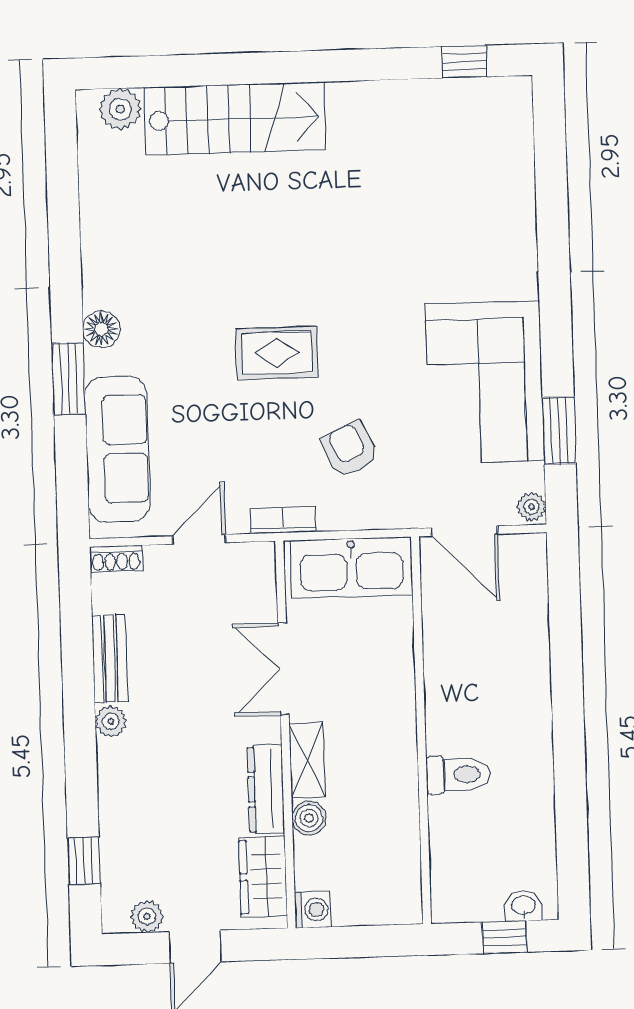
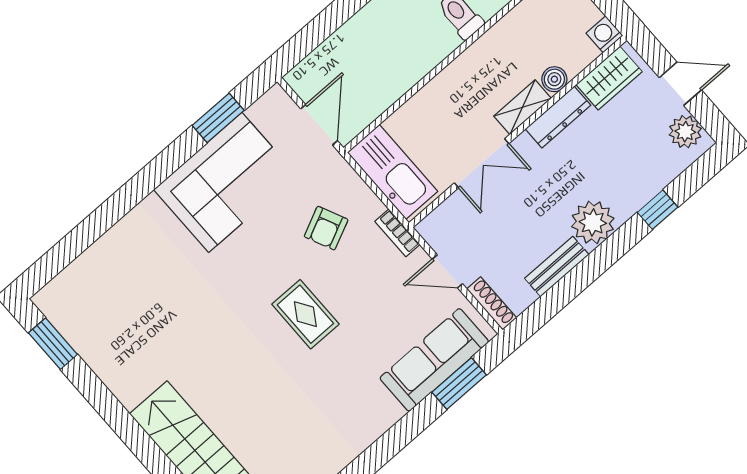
window: (464, 62) -> (53, 344), width x1.50
floor lamp: (101, 329) -> (374, 425), removed
window: (69, 379) -> (459, 383), moved
plant: (531, 507) -> (274, 98), removed
shoe rack: (116, 559) -> (492, 303), width x1.43
plant: (111, 721) -> (593, 222), width x1.88, depth x1.88
window: (84, 861) -> (658, 210), moved
plant: (147, 916) -> (685, 132), width x1.38, depth x1.38

